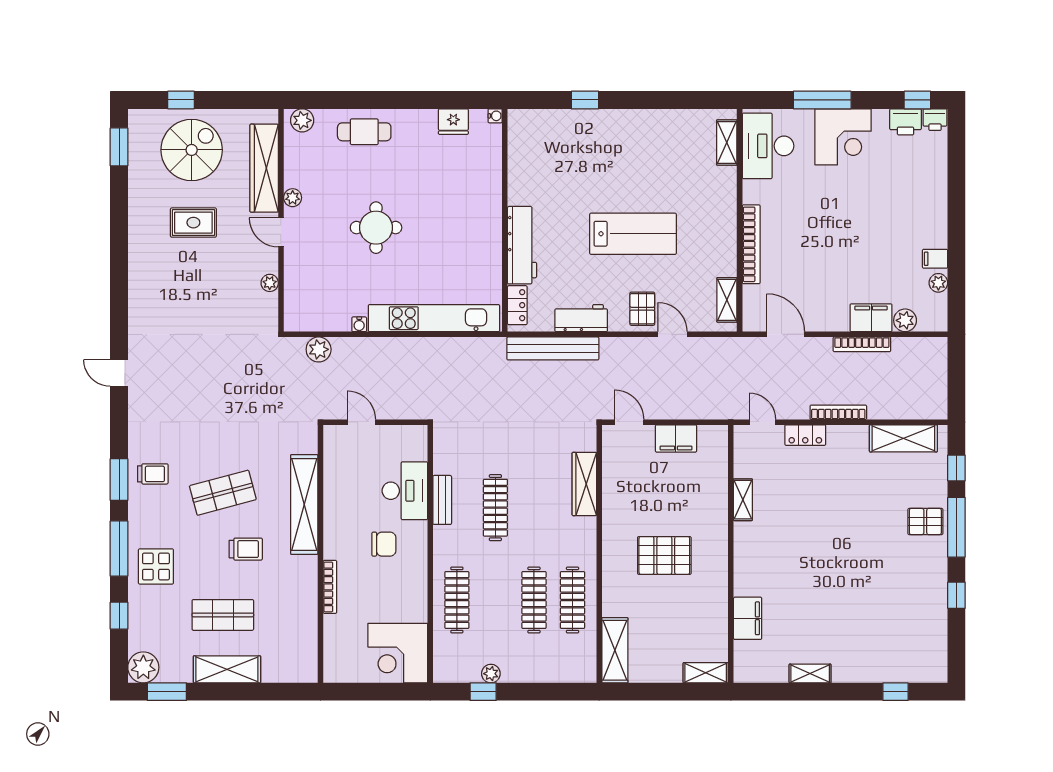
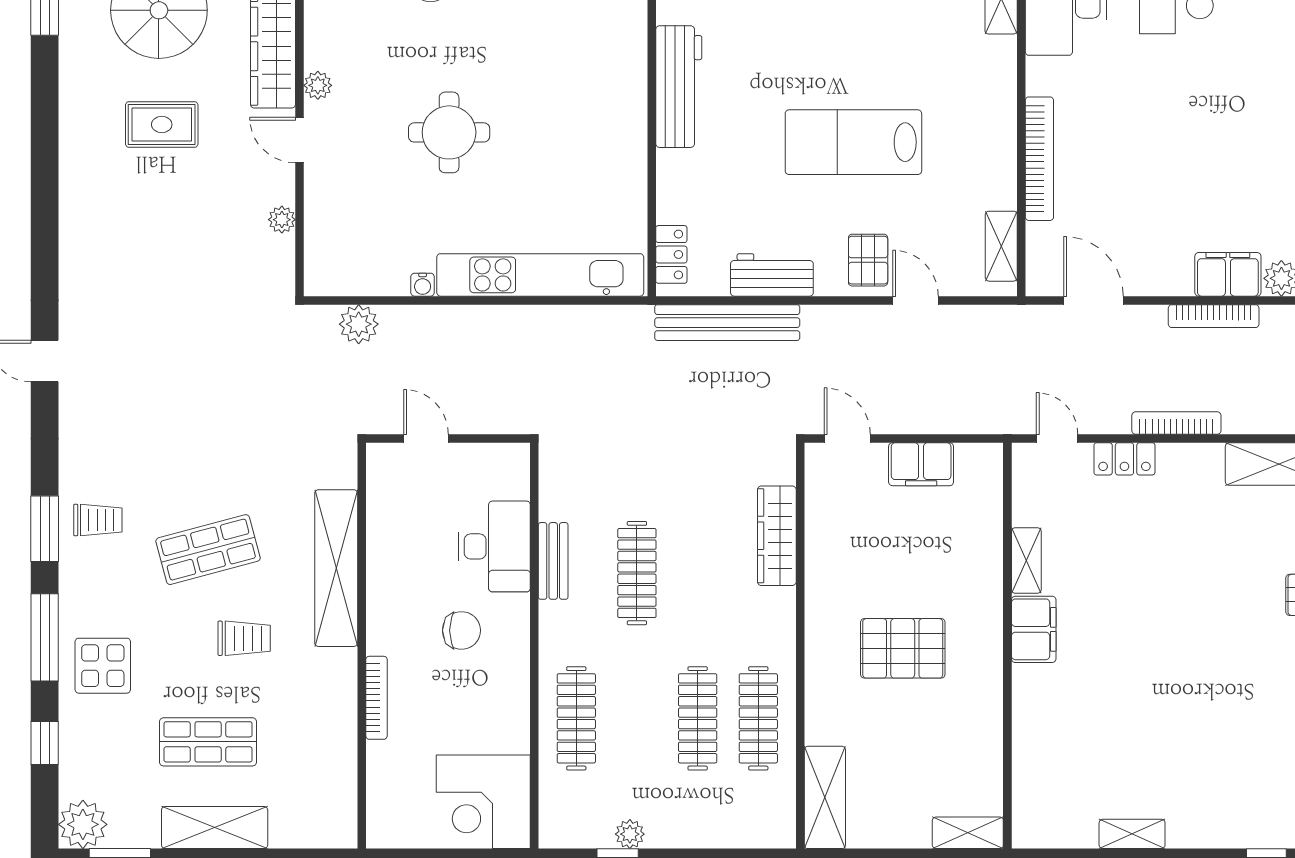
lab bench: (633, 234) -> (853, 142), turned 180
workbench: (522, 245) -> (679, 87), moved
filing cabinet: (748, 618) -> (1034, 629), moved

